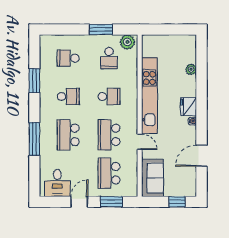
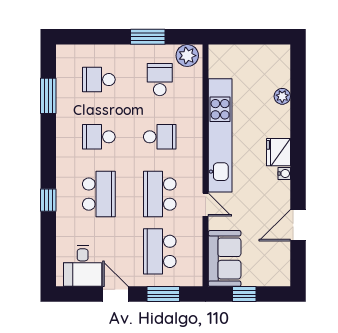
school desk: (109, 58) -> (160, 80), turned 180
window: (34, 81) -> (48, 96), moved
school desk: (68, 96) -> (99, 137), turned 180
school desk: (68, 135) -> (99, 194), turned 180
window: (34, 139) -> (48, 200), width x0.46
door: (79, 202) -> (115, 294), hinge flipped
window: (177, 202) -> (244, 294), moved

